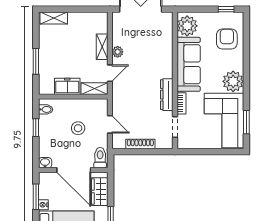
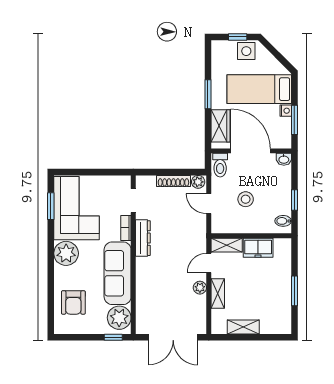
window: (226, 9) -> (113, 337), moved
shelving: (54, 18) -> (243, 327), moved
window: (36, 61) -> (294, 291), moved
plant: (119, 143) -> (198, 182), added

